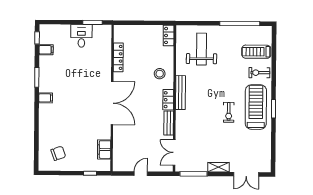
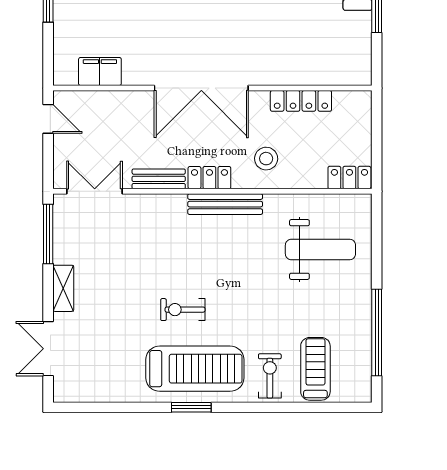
locker: (118, 57) -> (301, 101), moved
wall: (112, 98) -> (212, 88), moved
double door: (112, 103) -> (201, 88), moved
filing cabinet: (104, 150) -> (100, 71), moved

